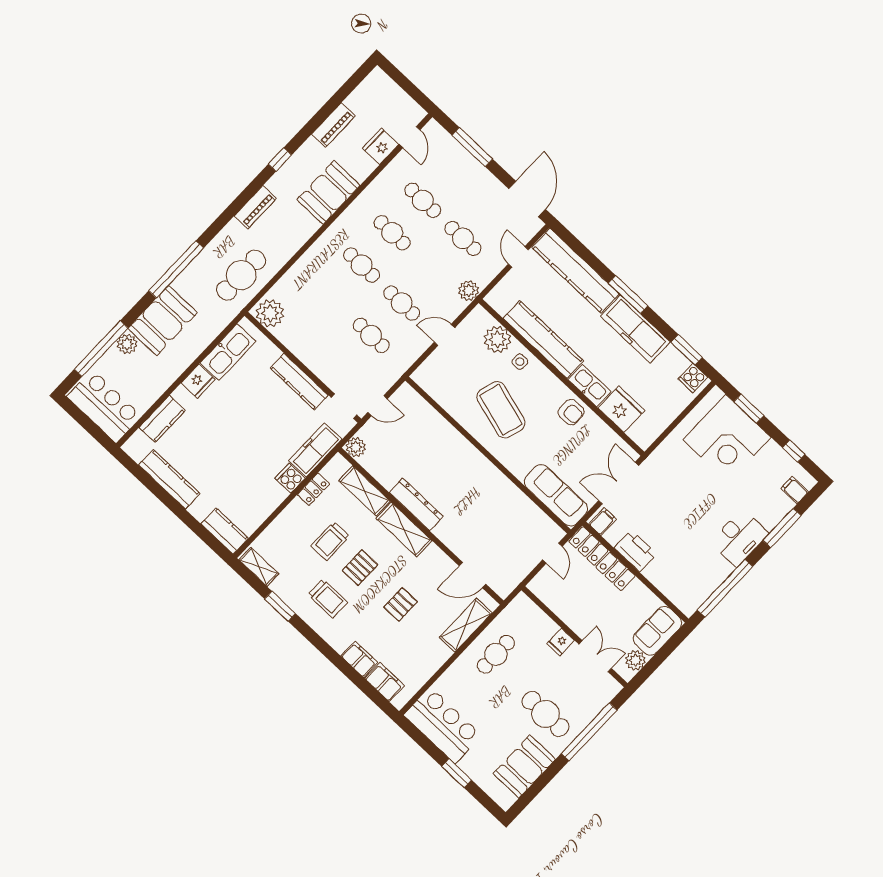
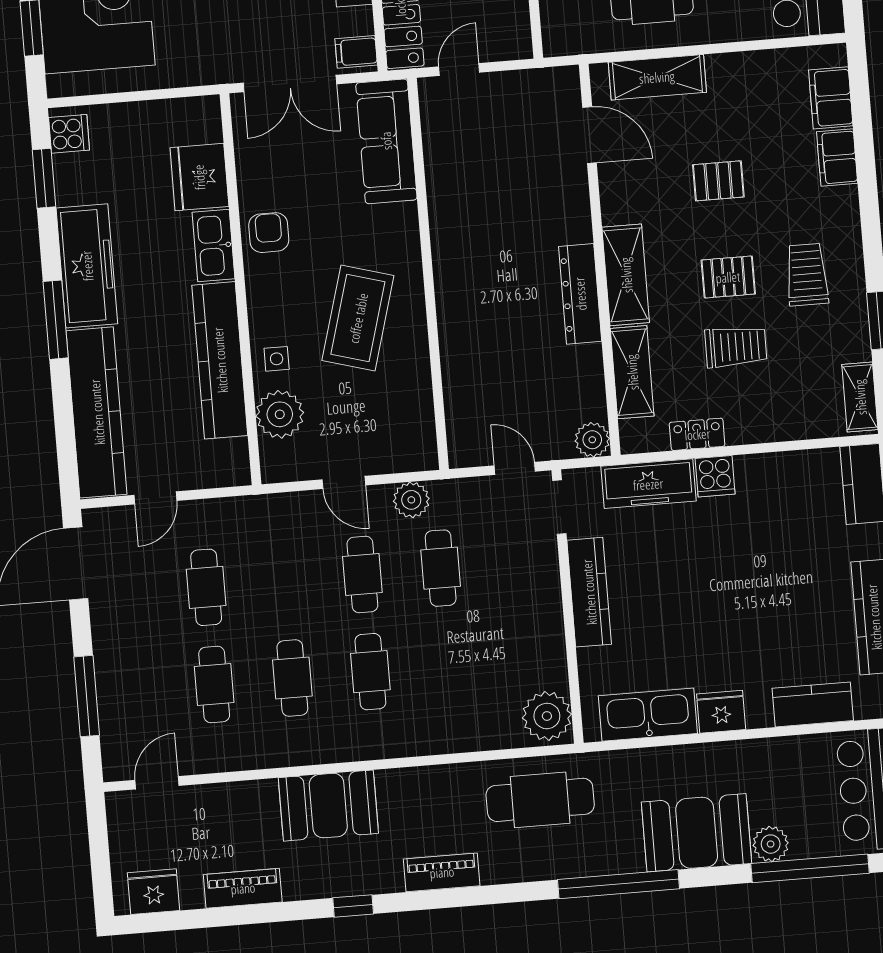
fridge: (381, 146) -> (153, 892), moved, turned 180
plant: (469, 290) -> (411, 500), moved

